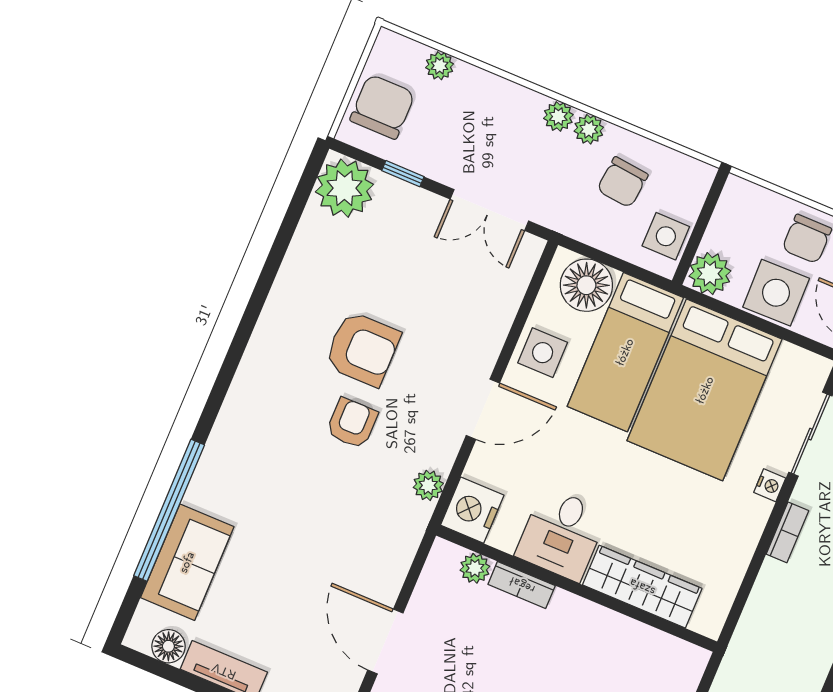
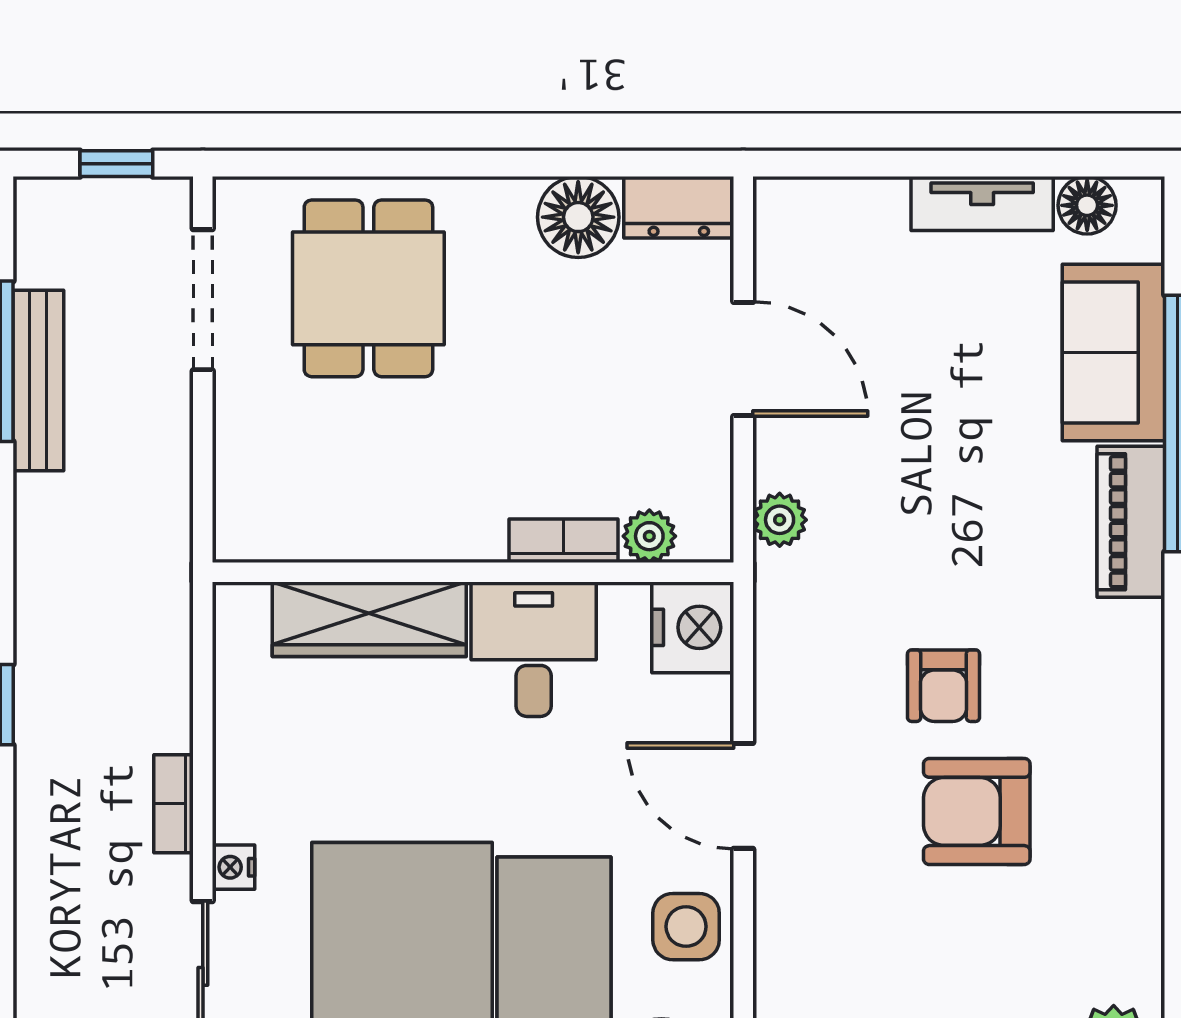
door: (483, 409) -> (743, 796), hinge flipped
piano: (216, 468) -> (1131, 522), added
plant: (428, 485) -> (780, 520), moved

